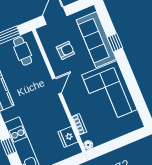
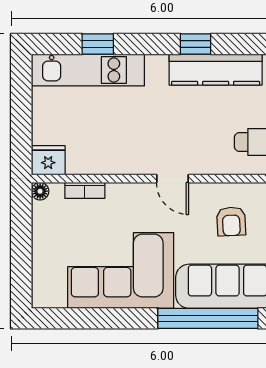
window: (115, 43) -> (208, 318), width x3.17
fridge: (68, 137) -> (48, 160), moved

